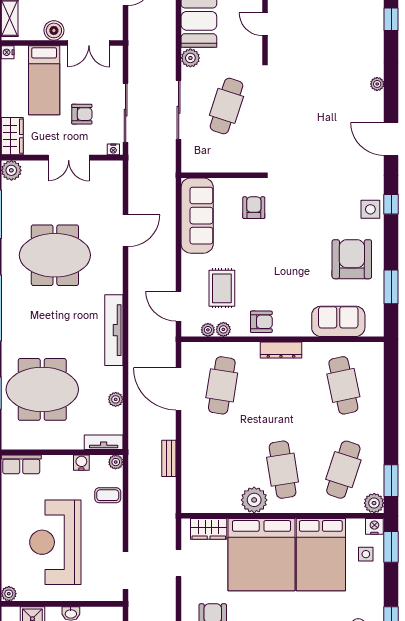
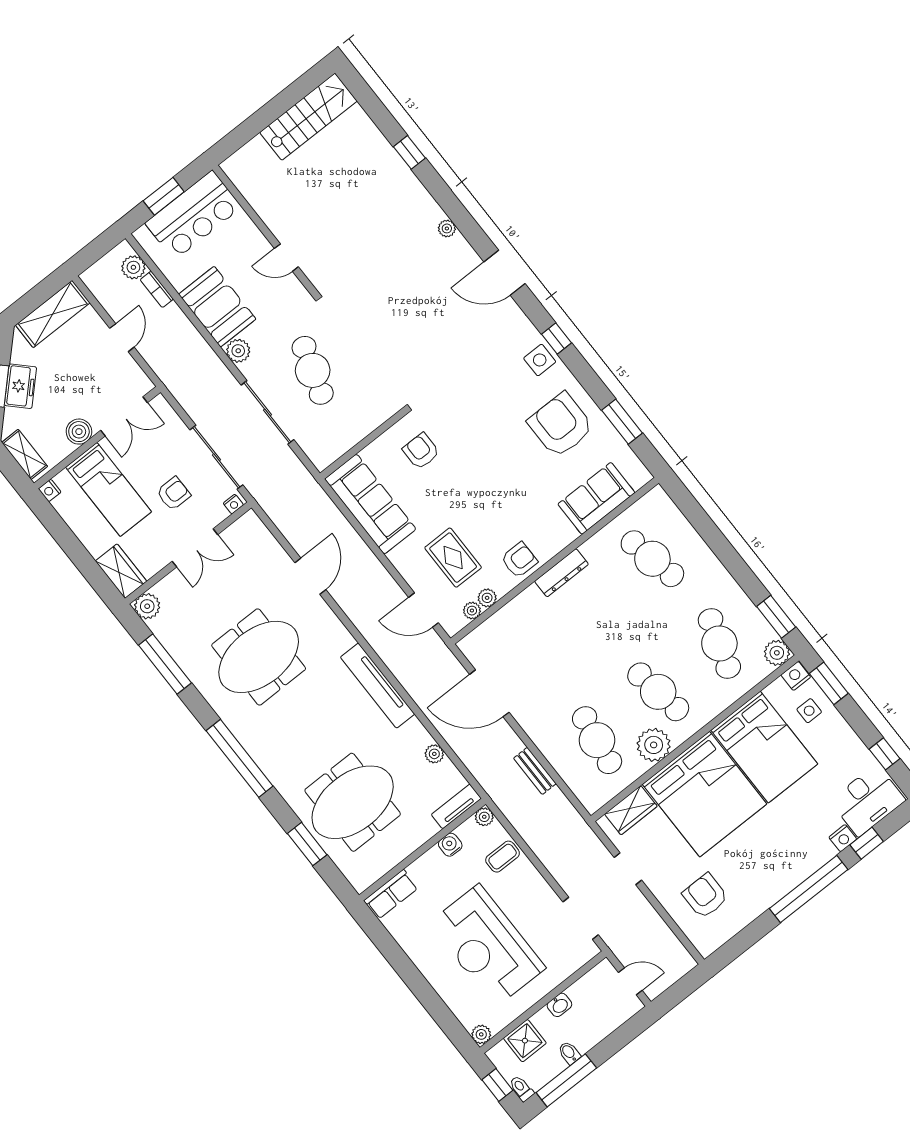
cafe table: (222, 385) -> (597, 740), moved

